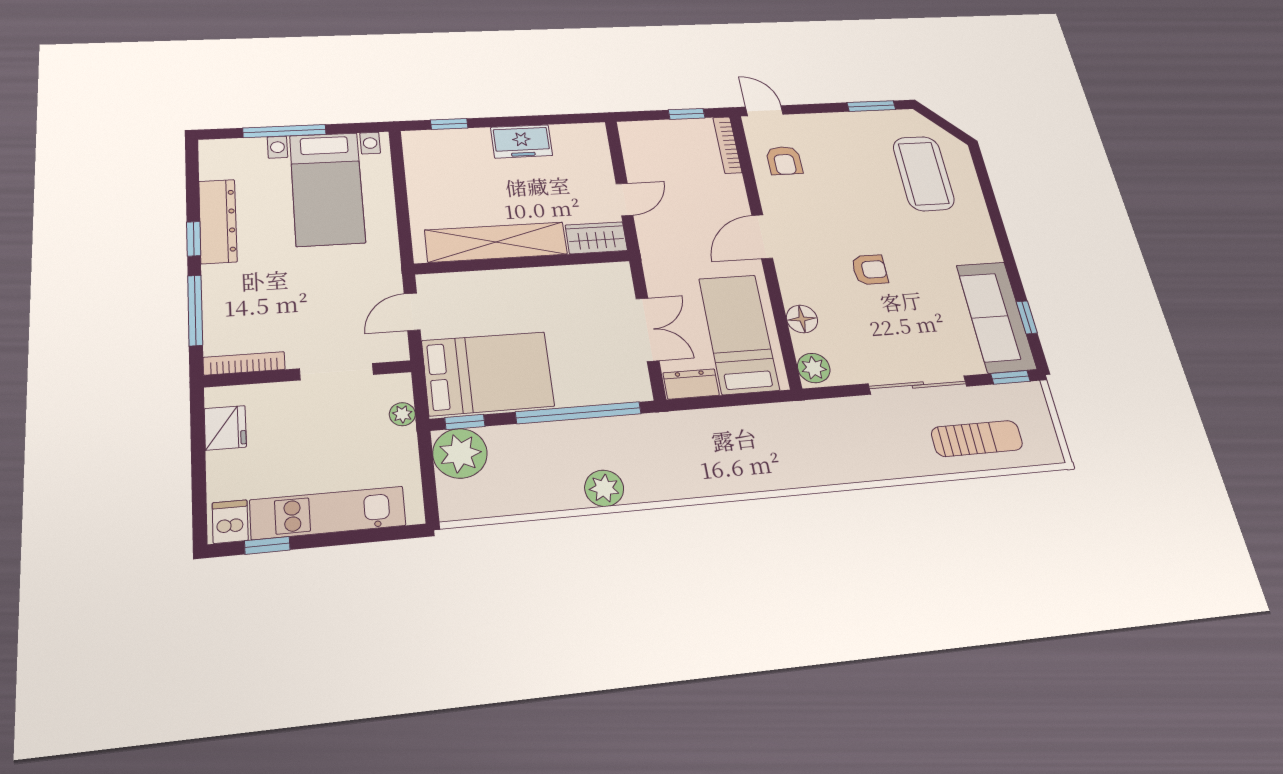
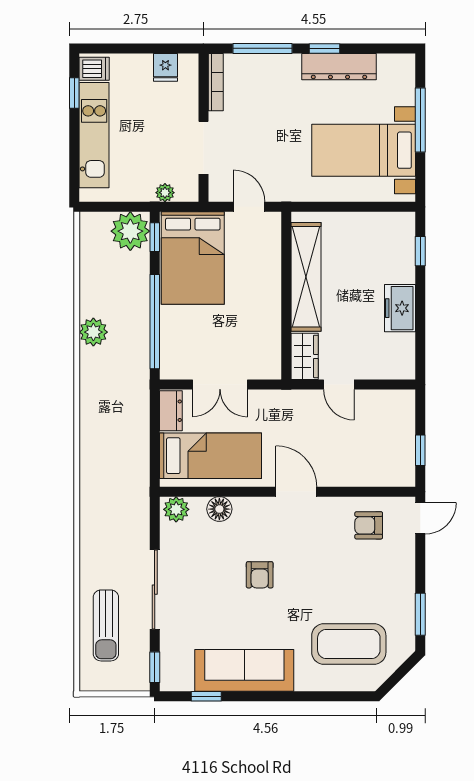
bookcase: (727, 145) -> (387, 480), removed
sofa: (996, 317) -> (244, 670), moved
fridge: (225, 428) -> (165, 67), width x0.72

